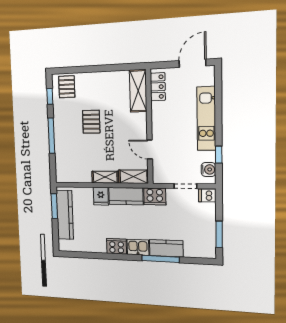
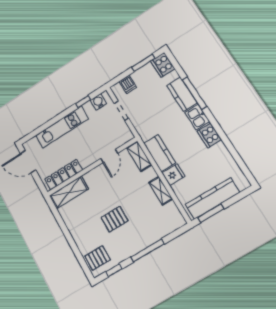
locker: (158, 87) -> (63, 175), width x1.53
shelving: (105, 177) -> (161, 191), moved
dishwasher: (207, 195) -> (128, 84), moved
cooker: (155, 196) -> (163, 65), moved, turned 180

